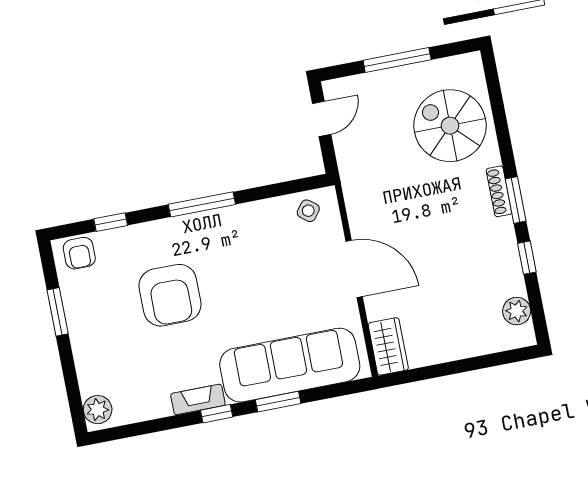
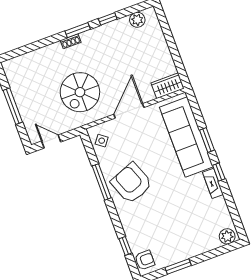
spiral stairs: (450, 126) -> (80, 92), moved
shoe rack: (499, 191) -> (71, 41), width x0.70
window: (202, 204) -> (102, 182), moved
armchair: (170, 295) -> (132, 183), moved, turned -111

